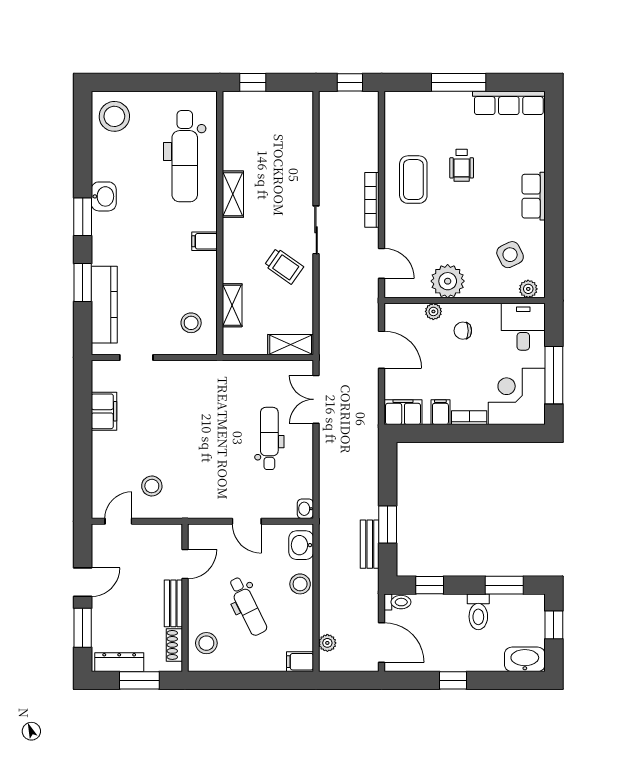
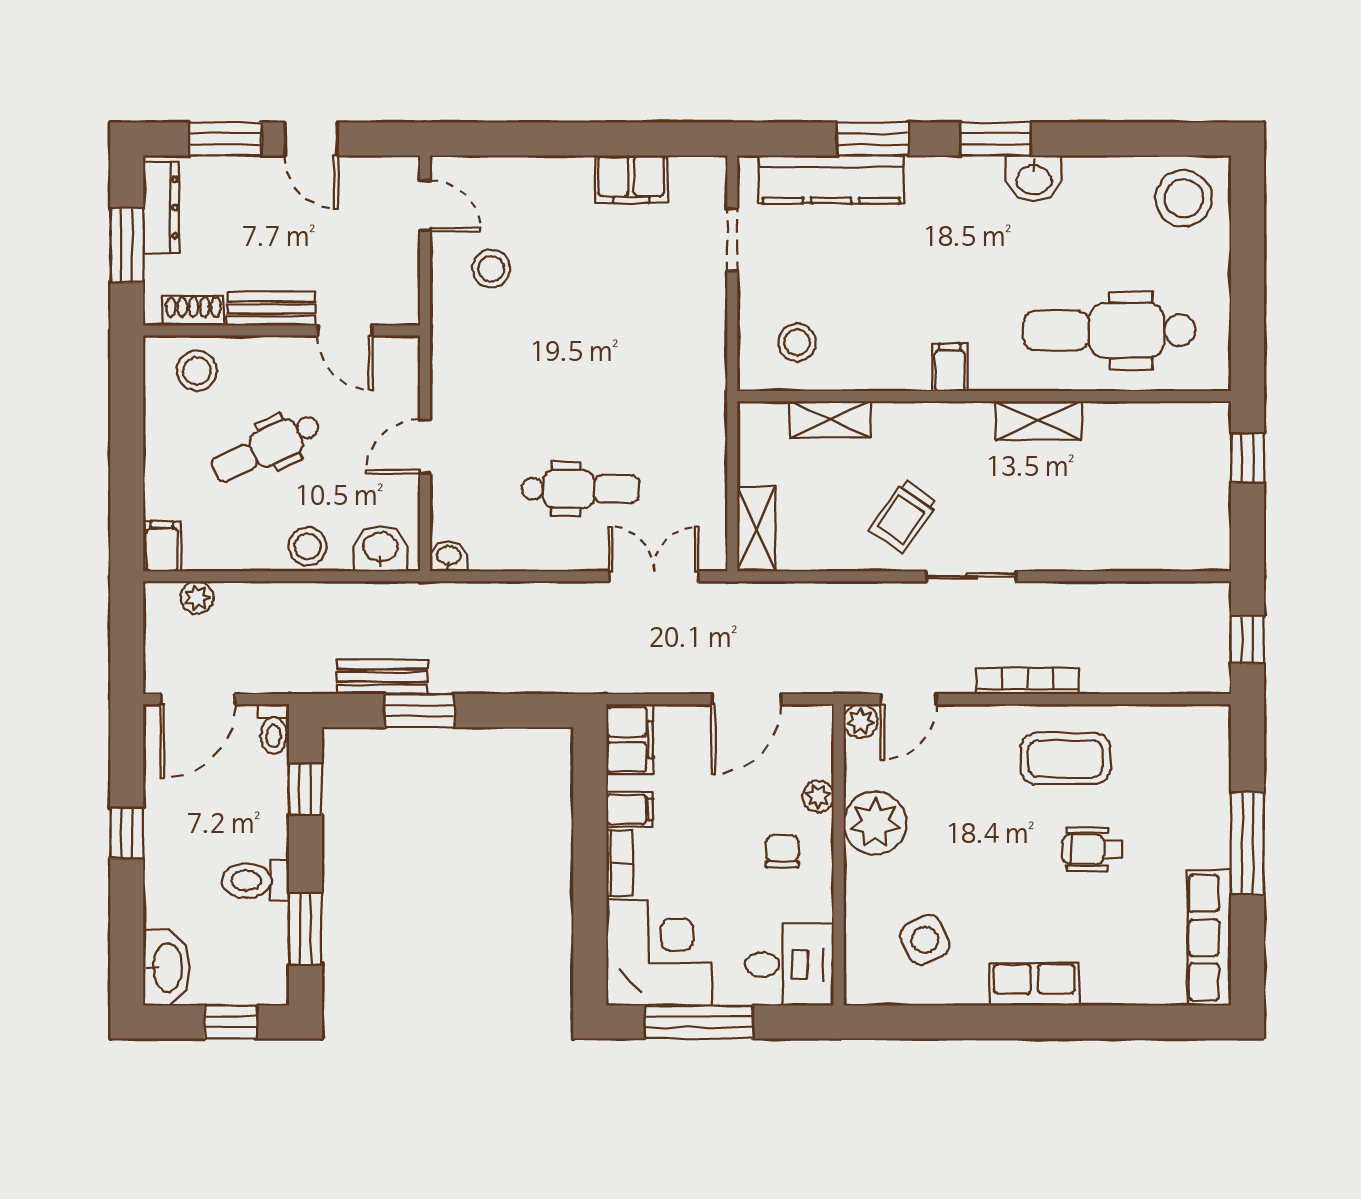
plant: (528, 289) -> (861, 721), moved

